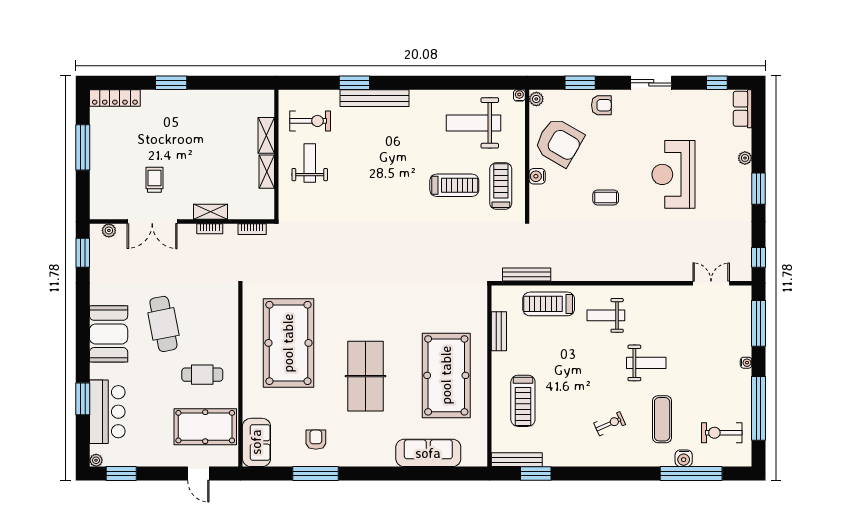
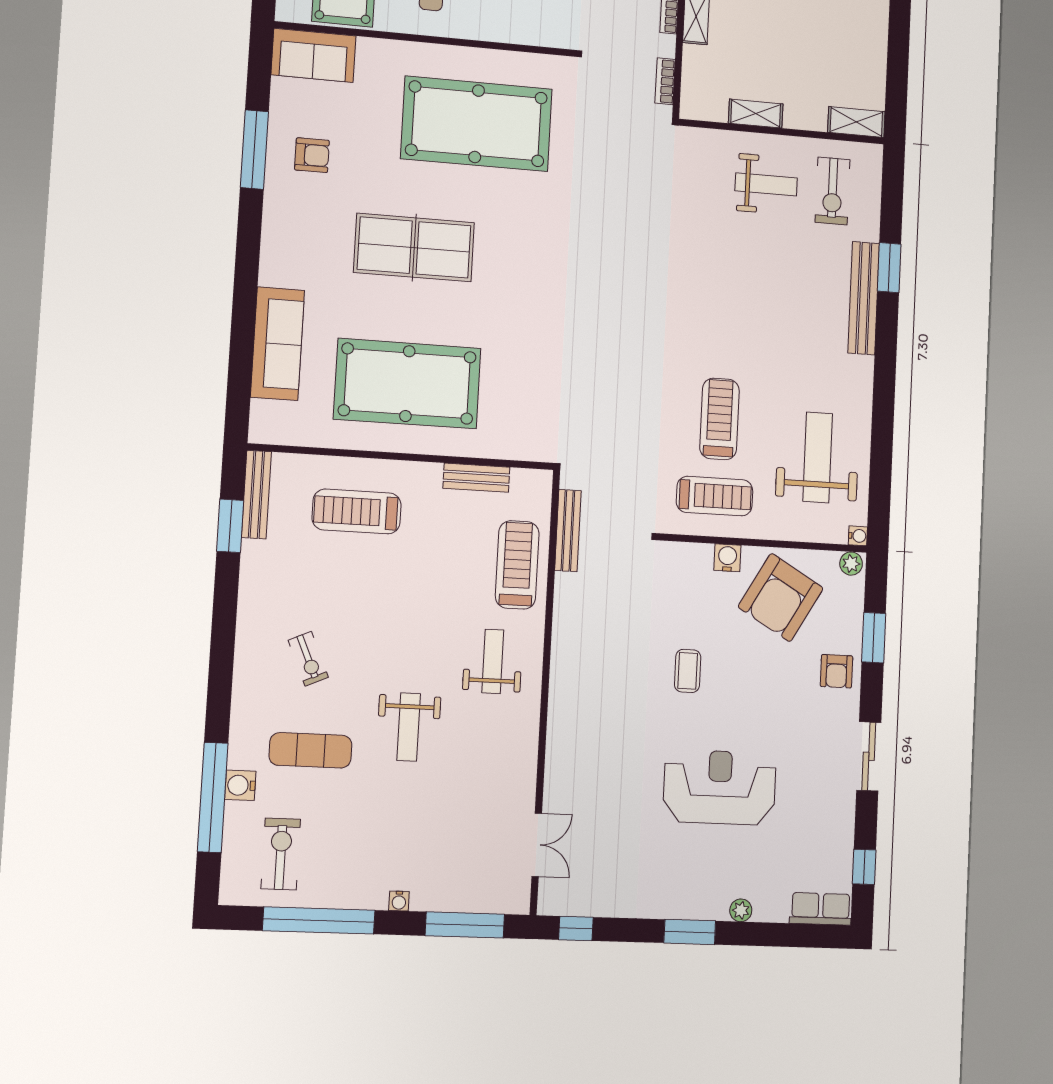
shelving: (266, 135) -> (856, 122), moved
treadmill: (454, 185) -> (719, 419), turned 180

